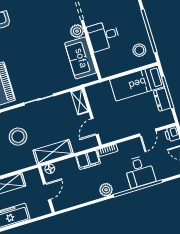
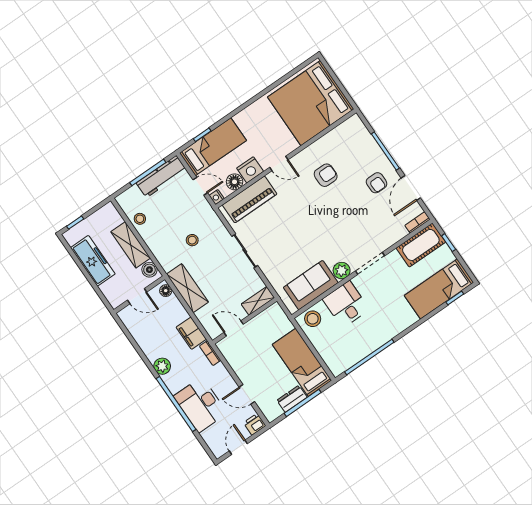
stool: (139, 50) -> (313, 319), moved
stool: (18, 137) -> (192, 240), width x0.53, depth x0.53
desk: (140, 172) -> (200, 405), width x1.37
boiler: (30, 176) -> (149, 270), added

